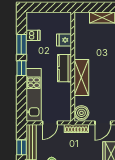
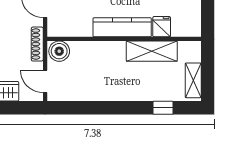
kitchen counter: (64, 68) -> (122, 27), width x1.50
shelving: (81, 78) -> (152, 51), moved

